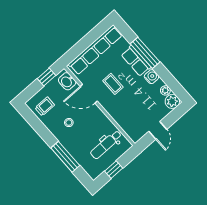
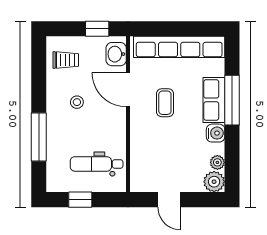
door: (158, 130) -> (169, 200), hinge flipped

